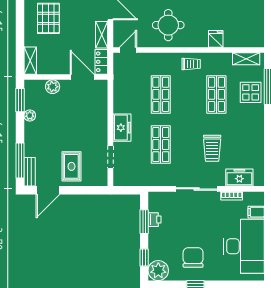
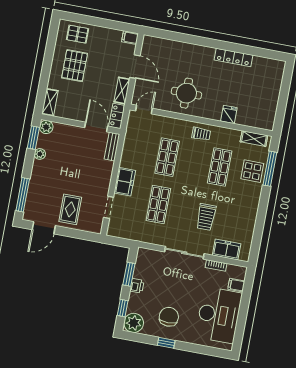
plant: (53, 87) -> (46, 127), moved
bench: (30, 172) -> (112, 147), moved
printer: (154, 220) -> (137, 286), moved

